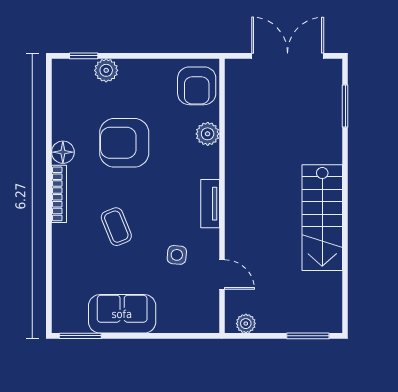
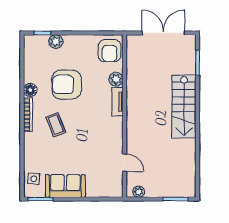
tv unit: (210, 204) -> (117, 102), moved
stairs: (322, 218) -> (184, 106), moved
coffee table: (116, 227) -> (56, 125), moved
side table: (177, 255) -> (34, 179), moved

